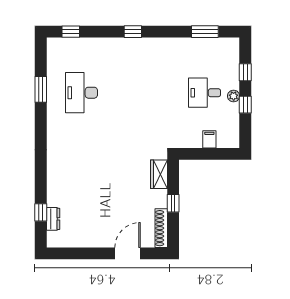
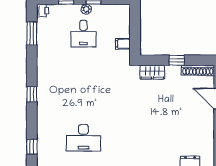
printer: (232, 44) -> (43, 11), added
filing cabinet: (209, 139) -> (123, 44), moved

